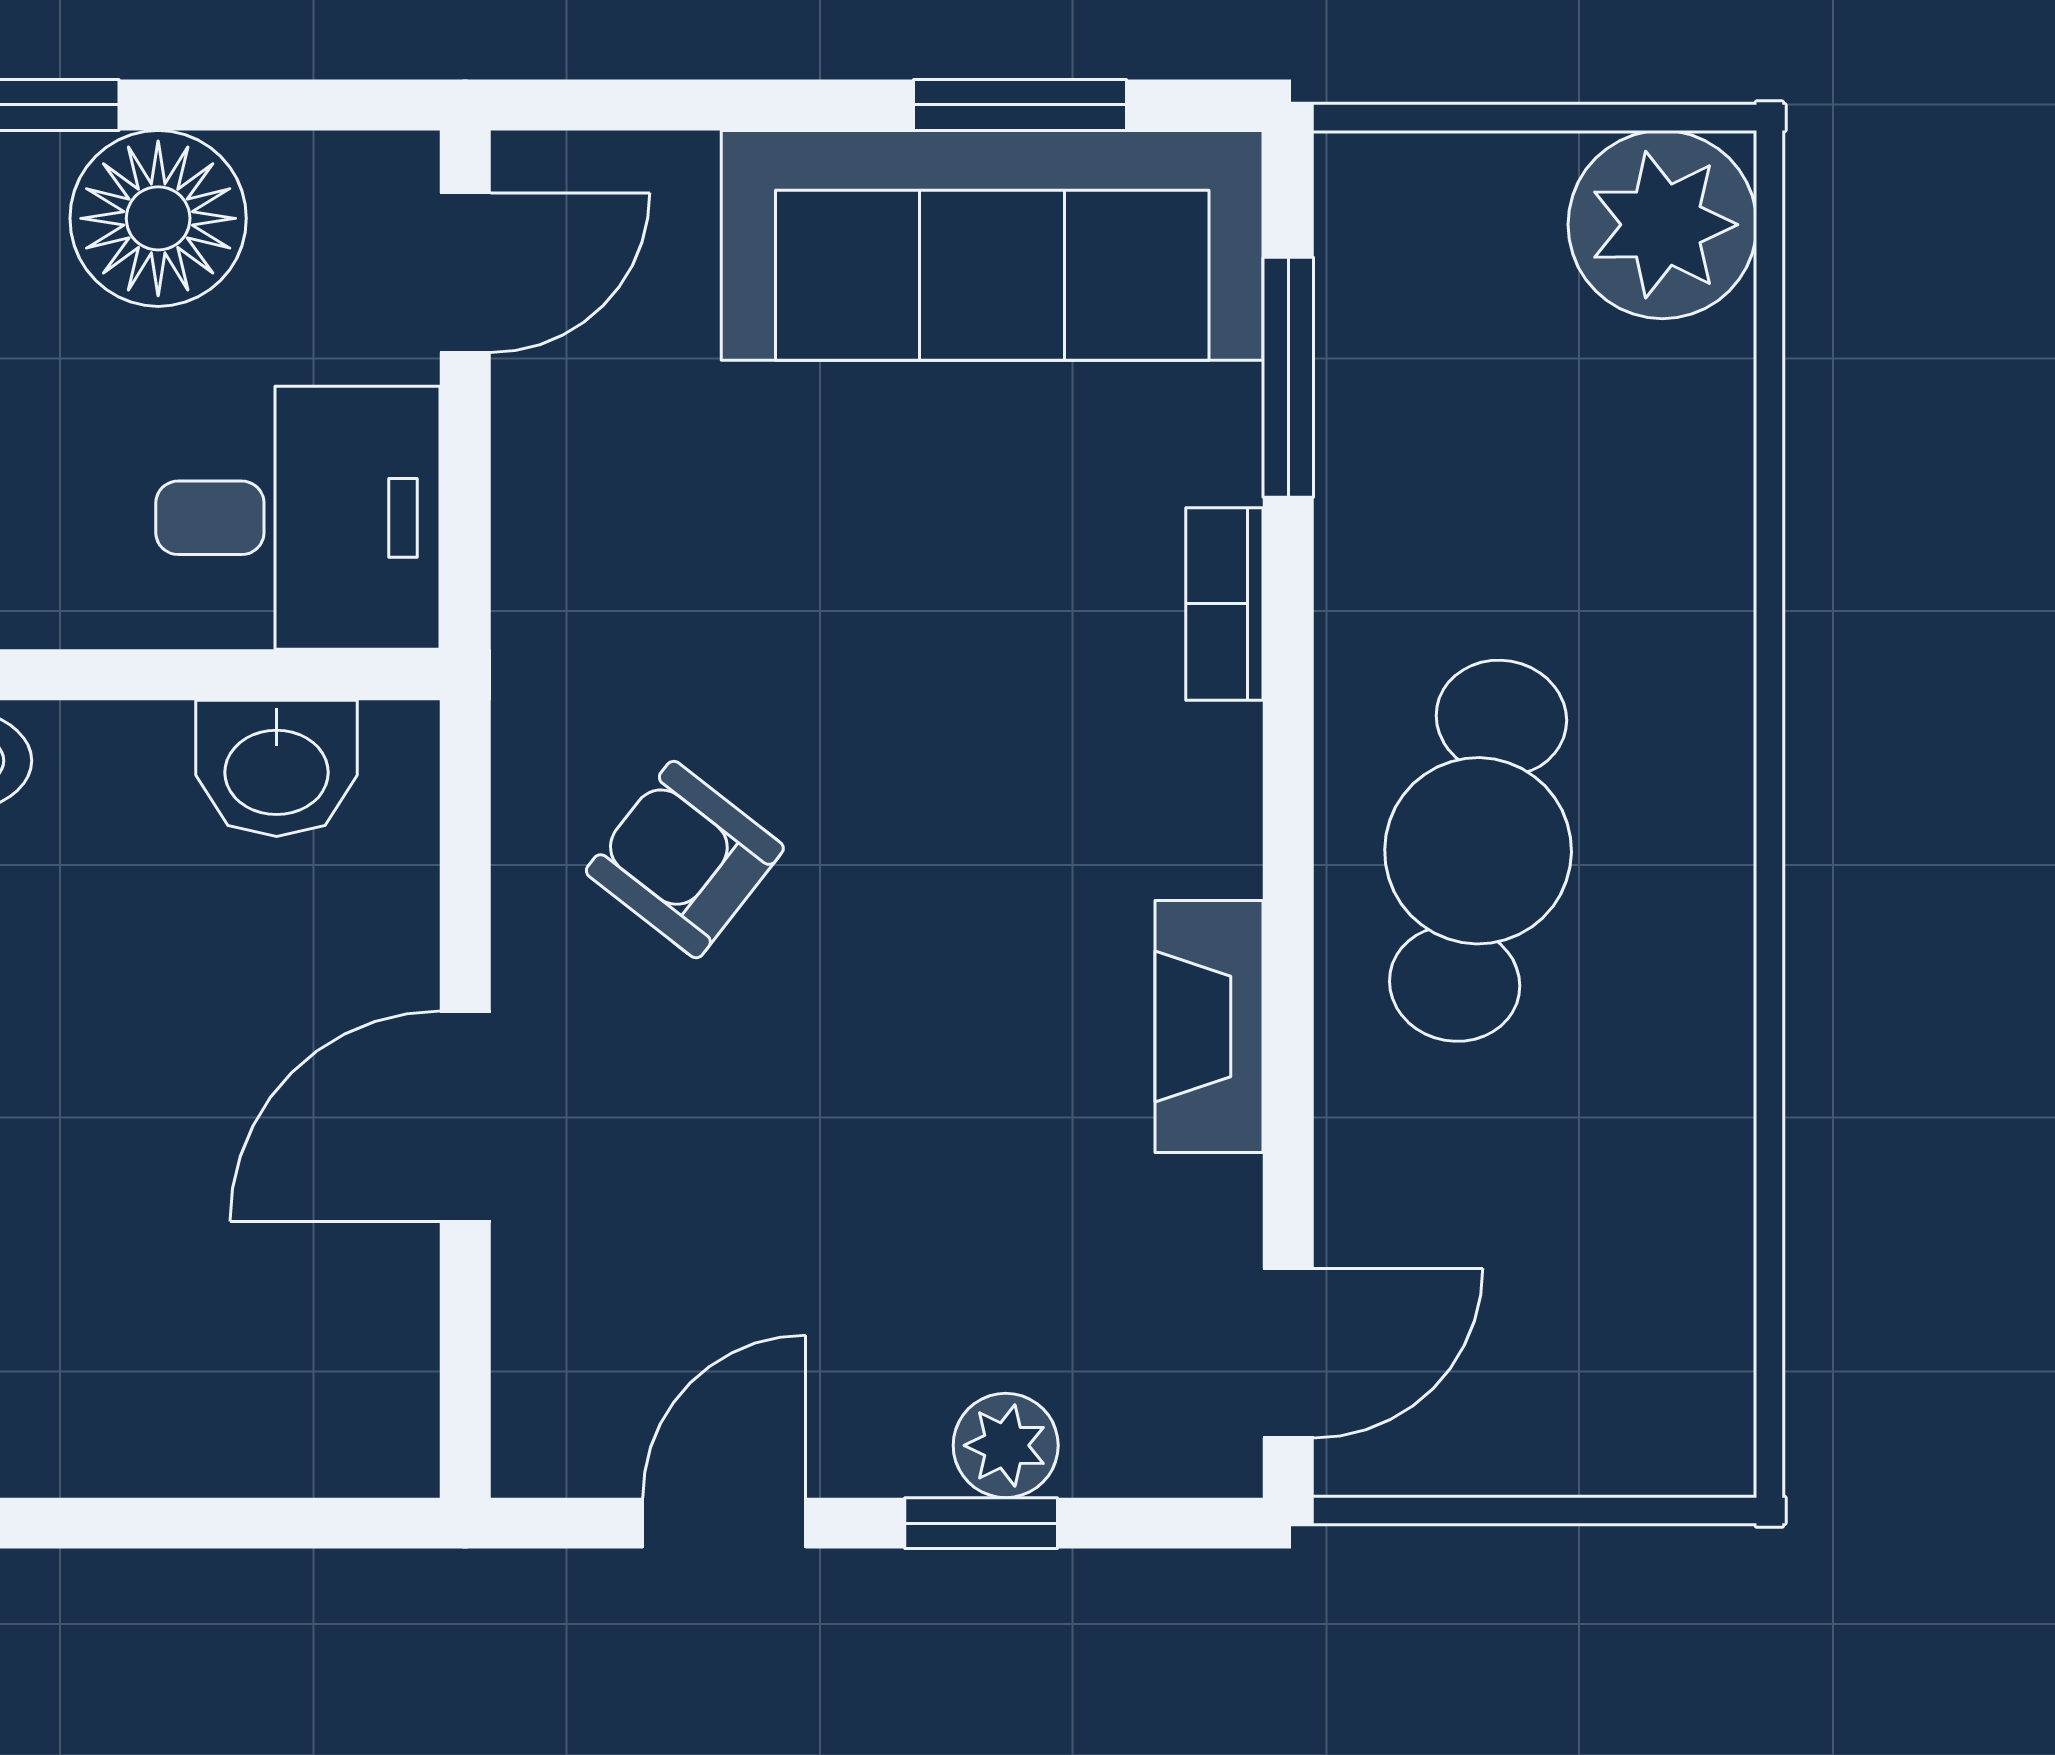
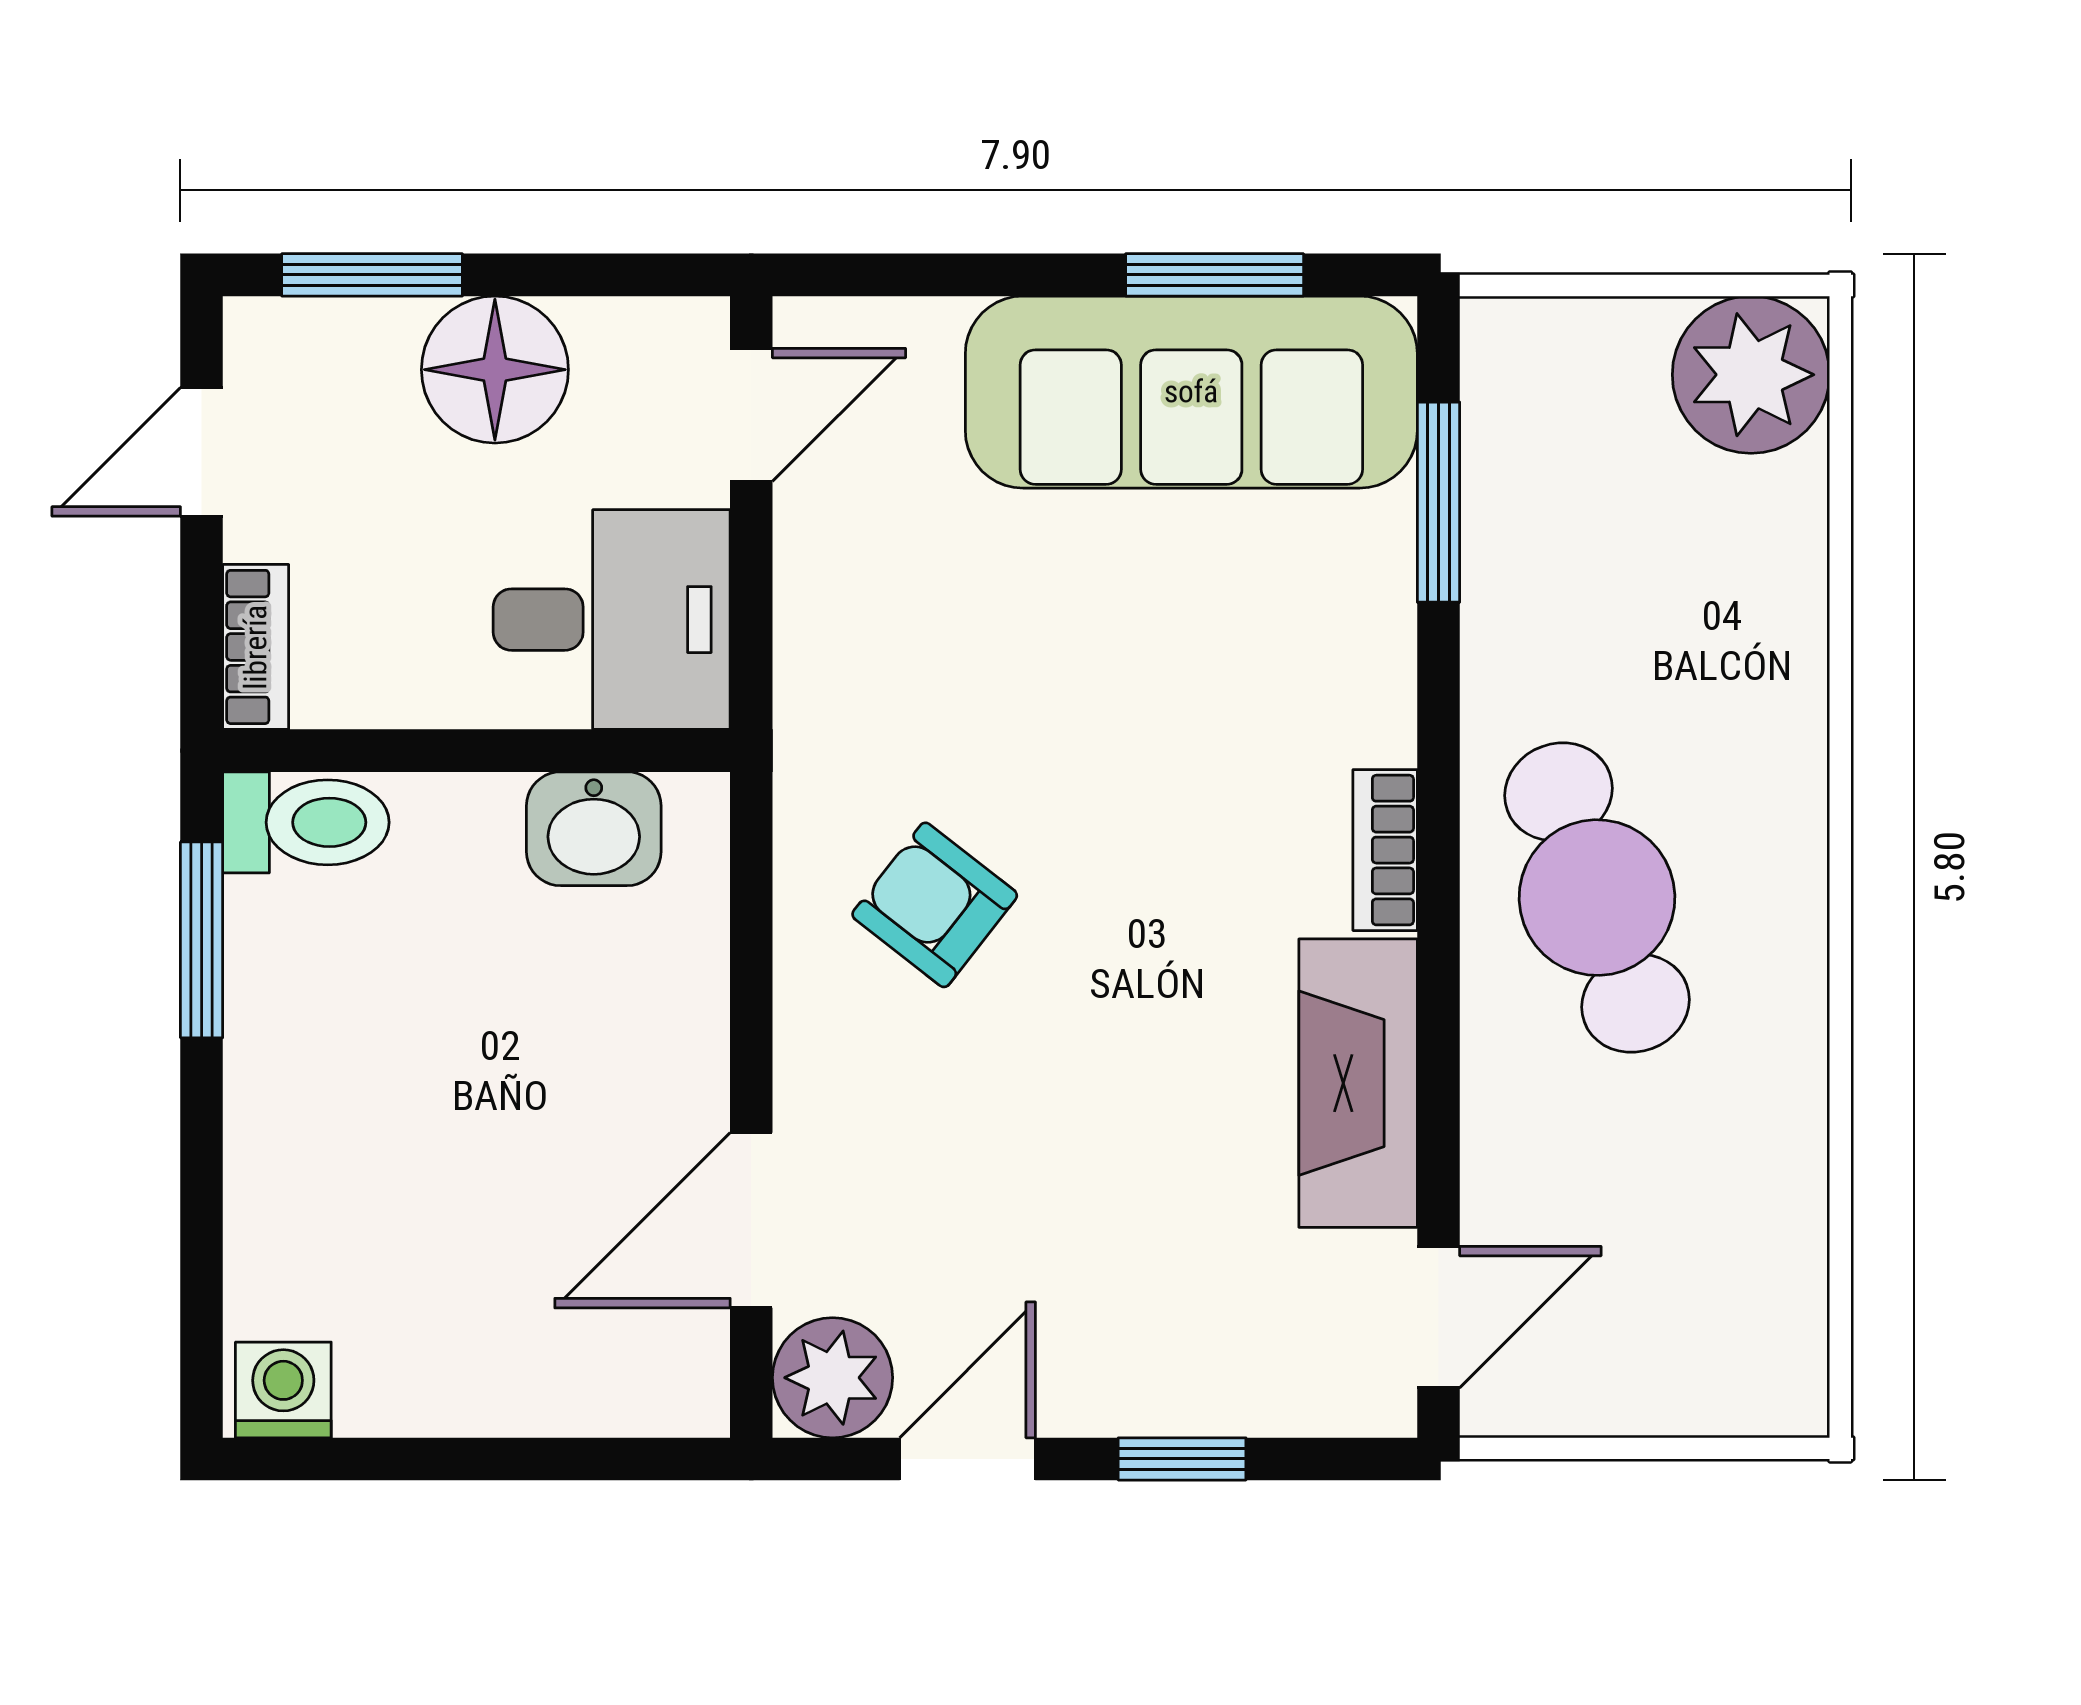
bookcase: (1224, 604) -> (1385, 850), moved
cafe table: (1478, 851) -> (1597, 898), turned -30
fireplace: (1209, 1026) -> (1358, 1083), width x1.37, depth x1.32
door: (465, 1116) -> (751, 1220), moved
plant: (1006, 1445) -> (833, 1378), moved, width x1.38, depth x1.38

